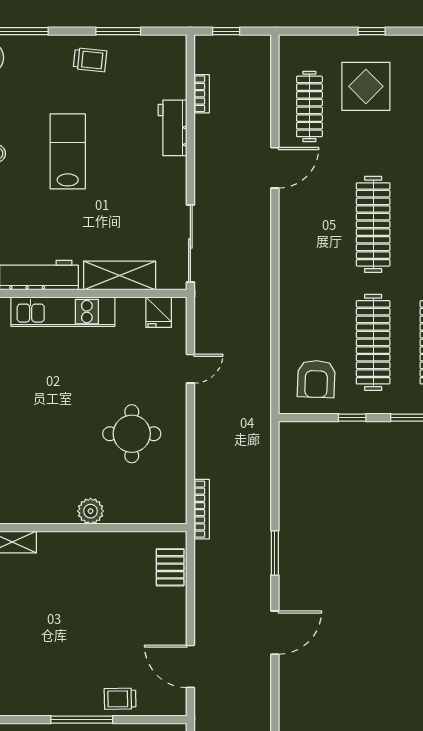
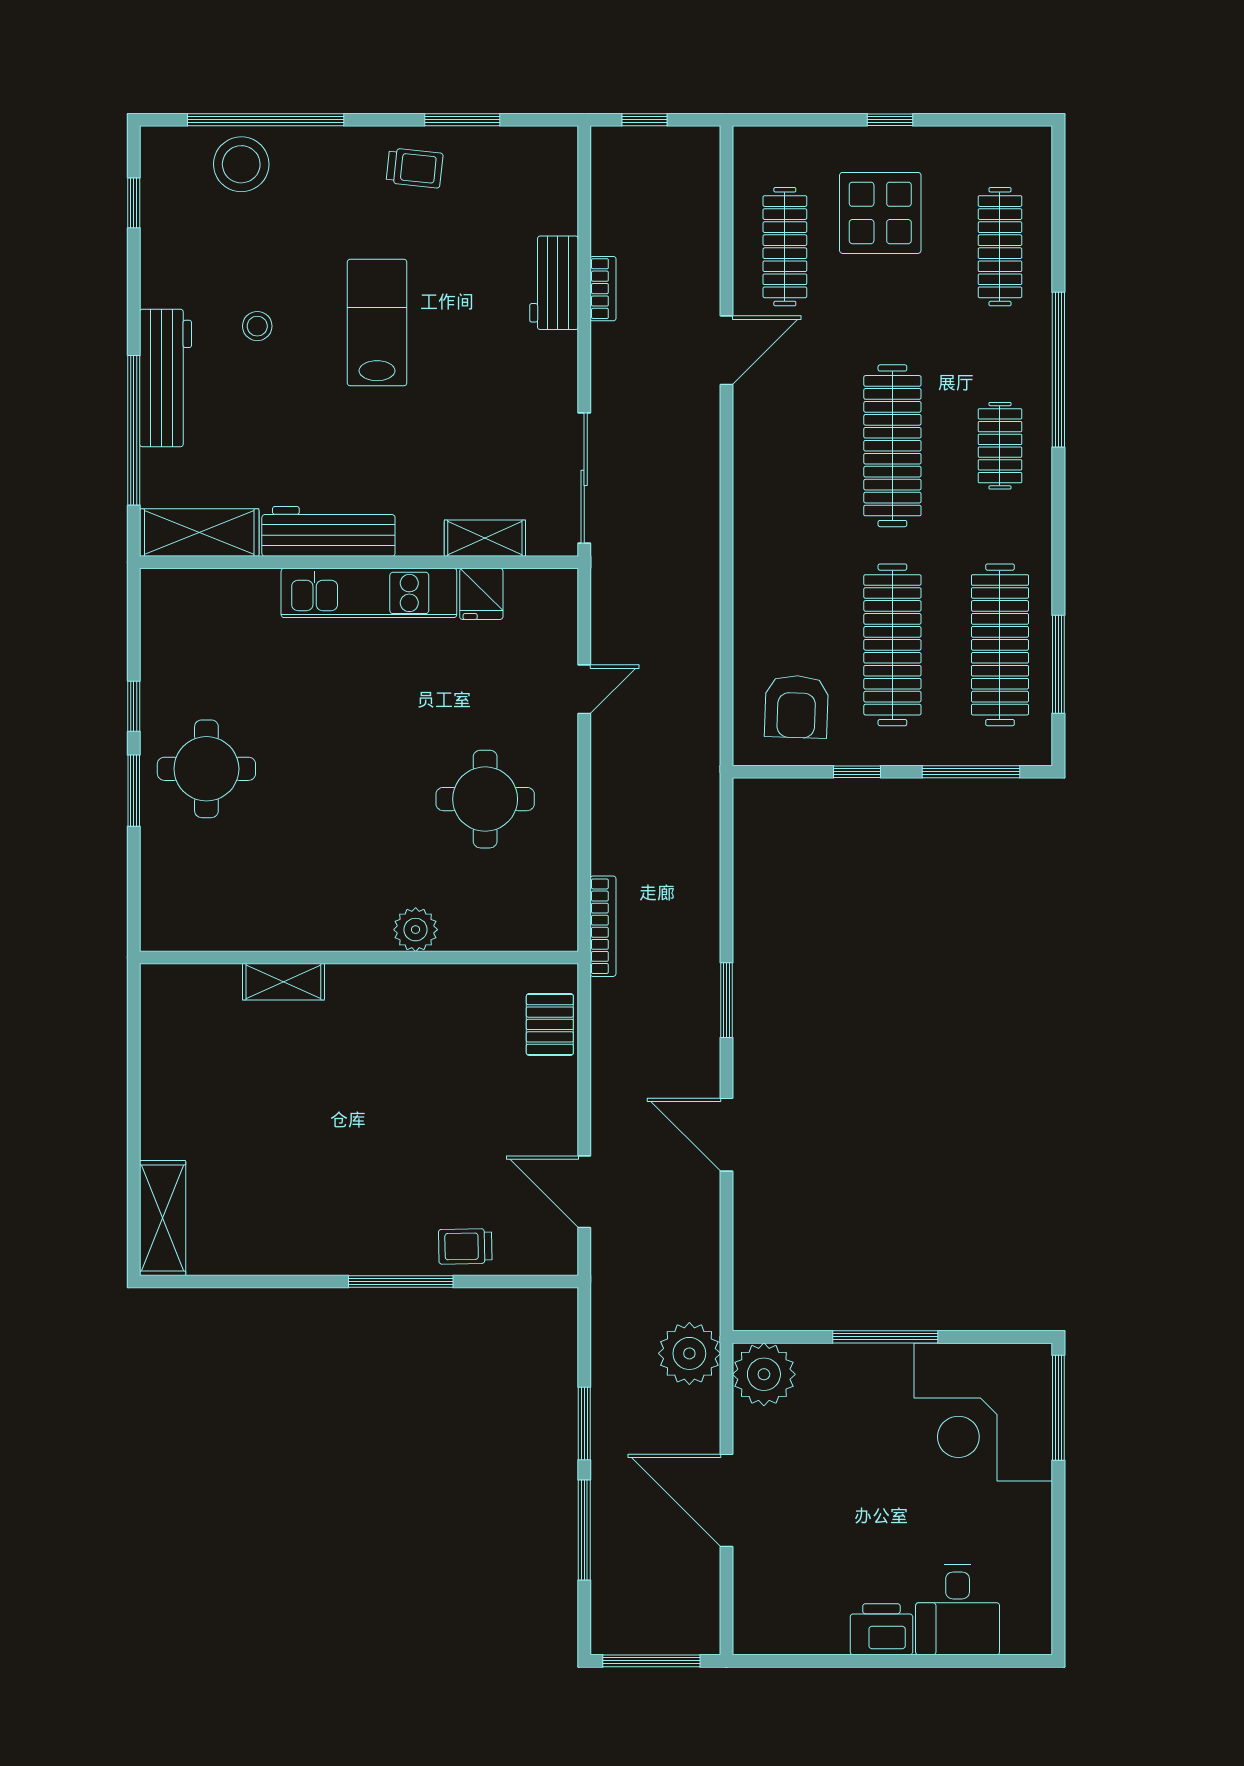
bookcase: (202, 94) -> (603, 289), moved
shelving: (120, 276) -> (485, 538), width x0.67, depth x0.75
fridge: (159, 312) -> (481, 594), moved
door: (275, 633) -> (726, 1135), swing flipped

